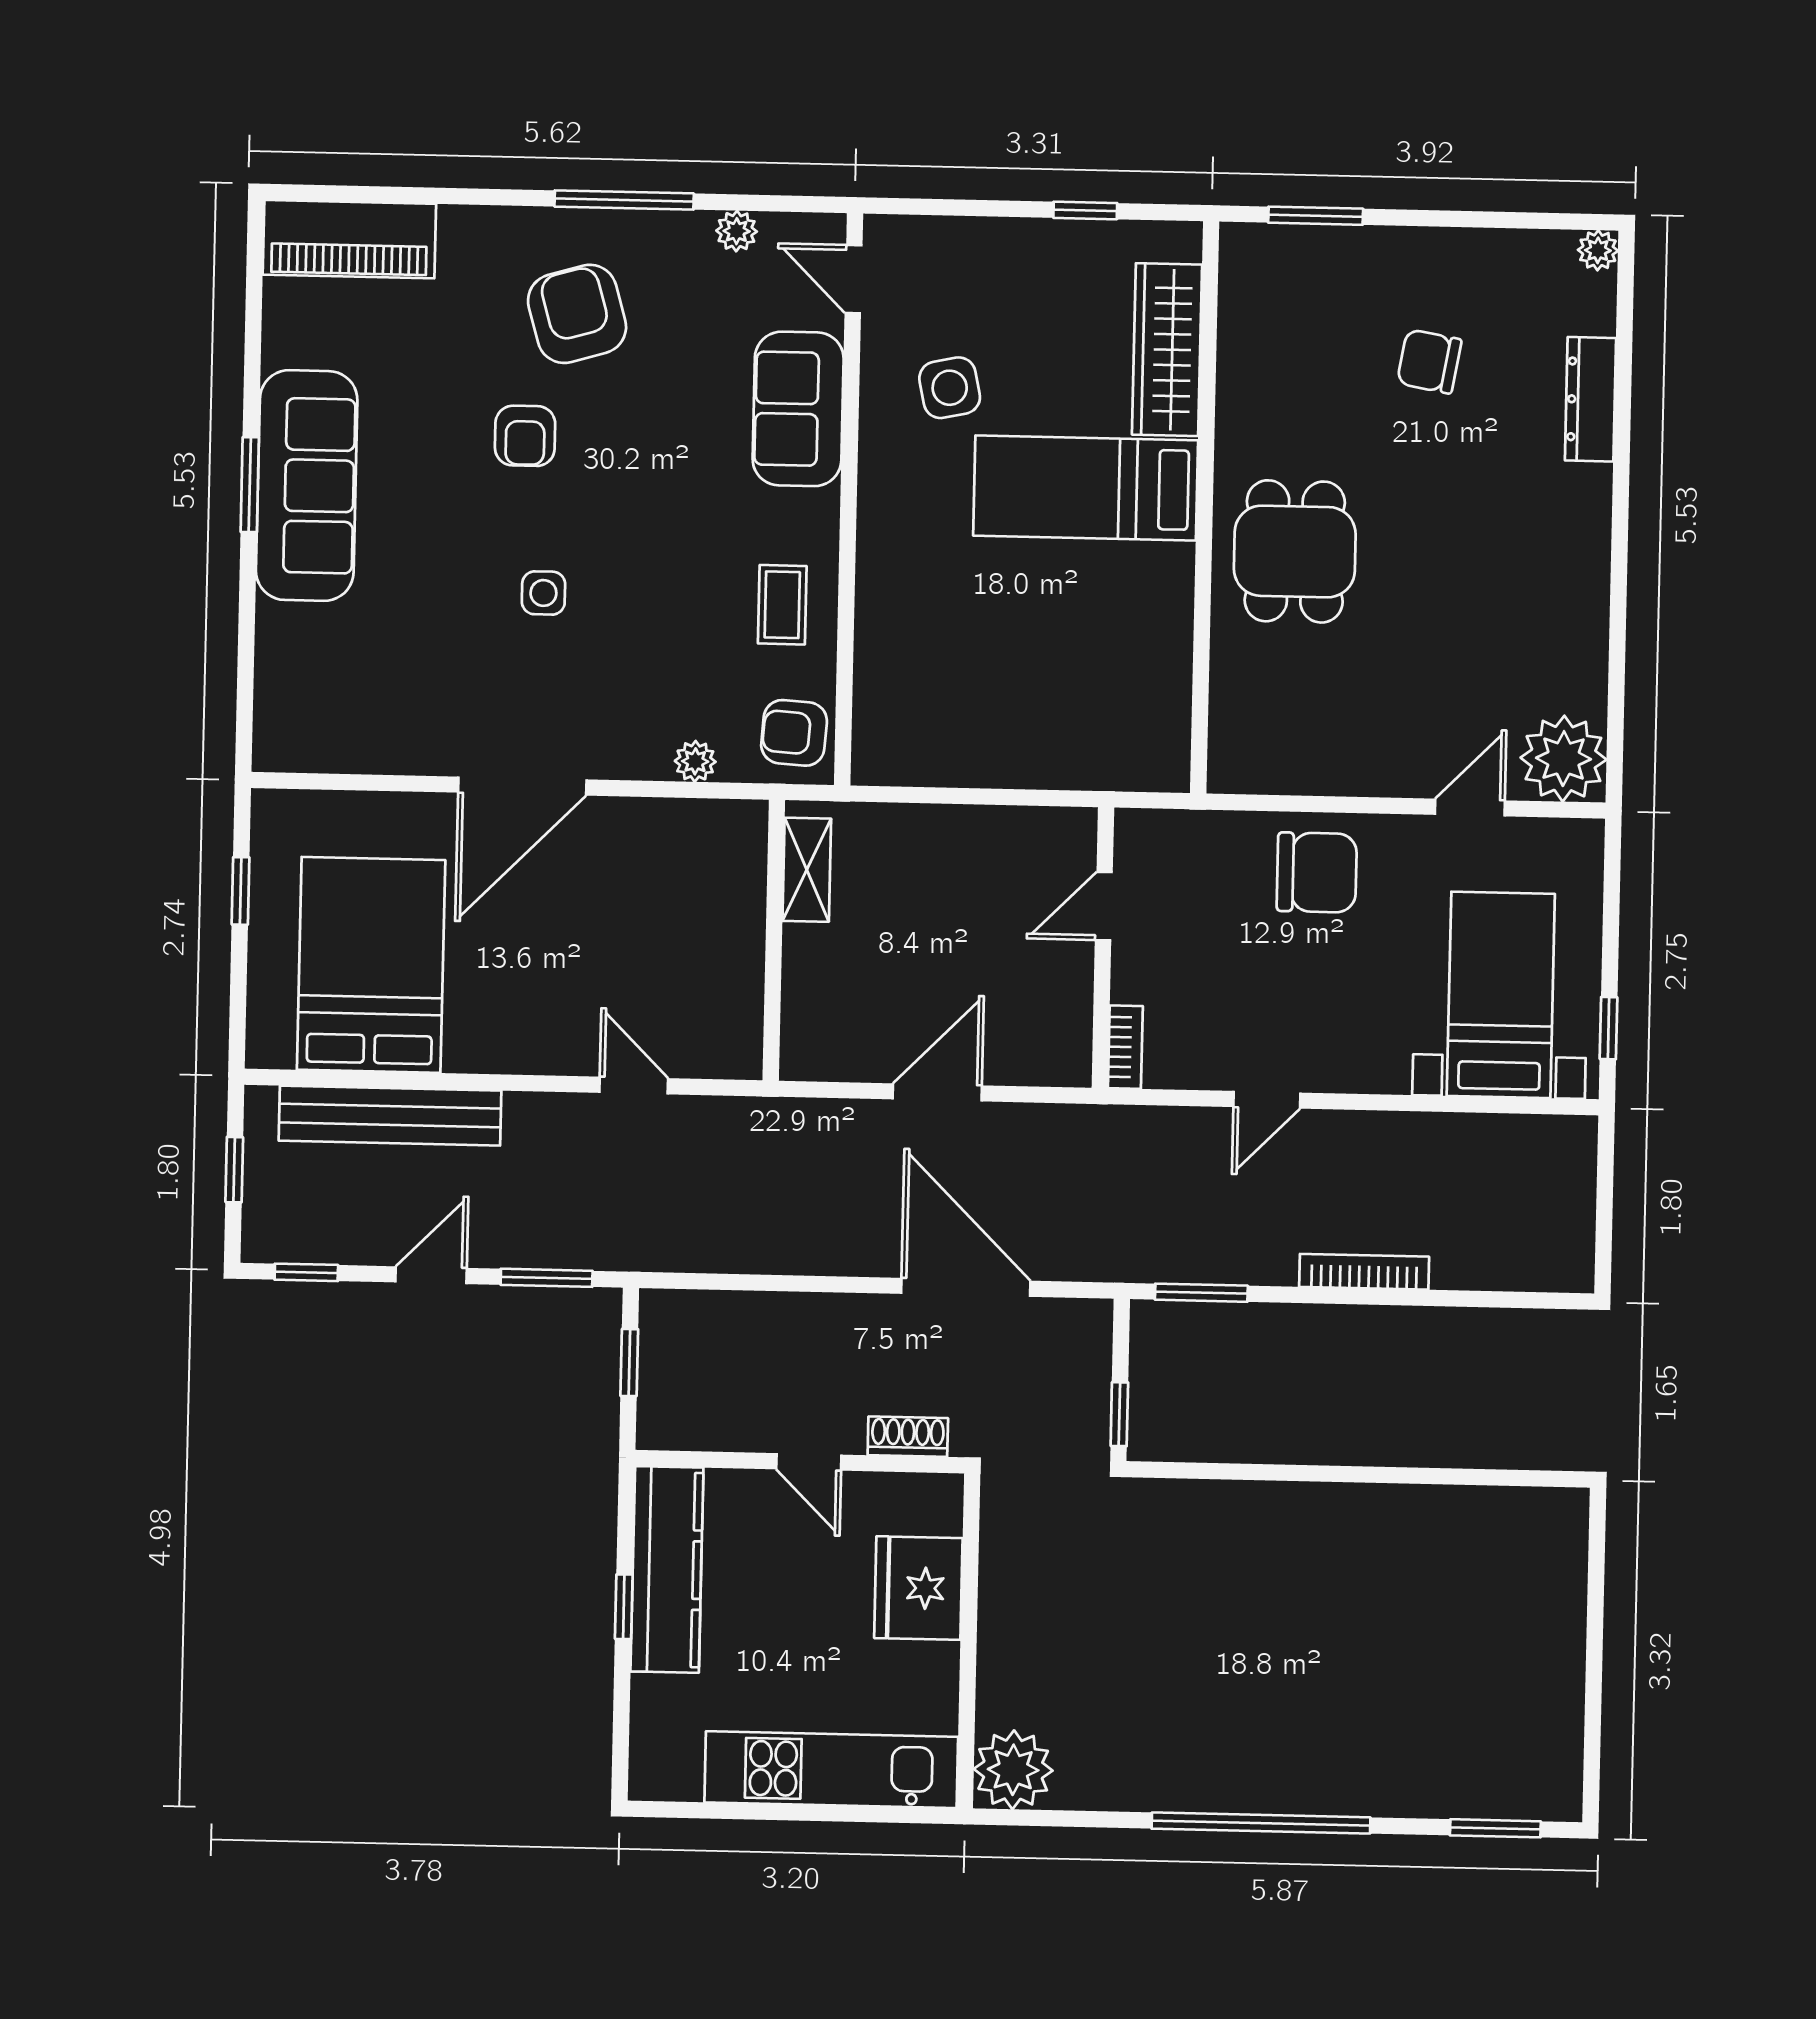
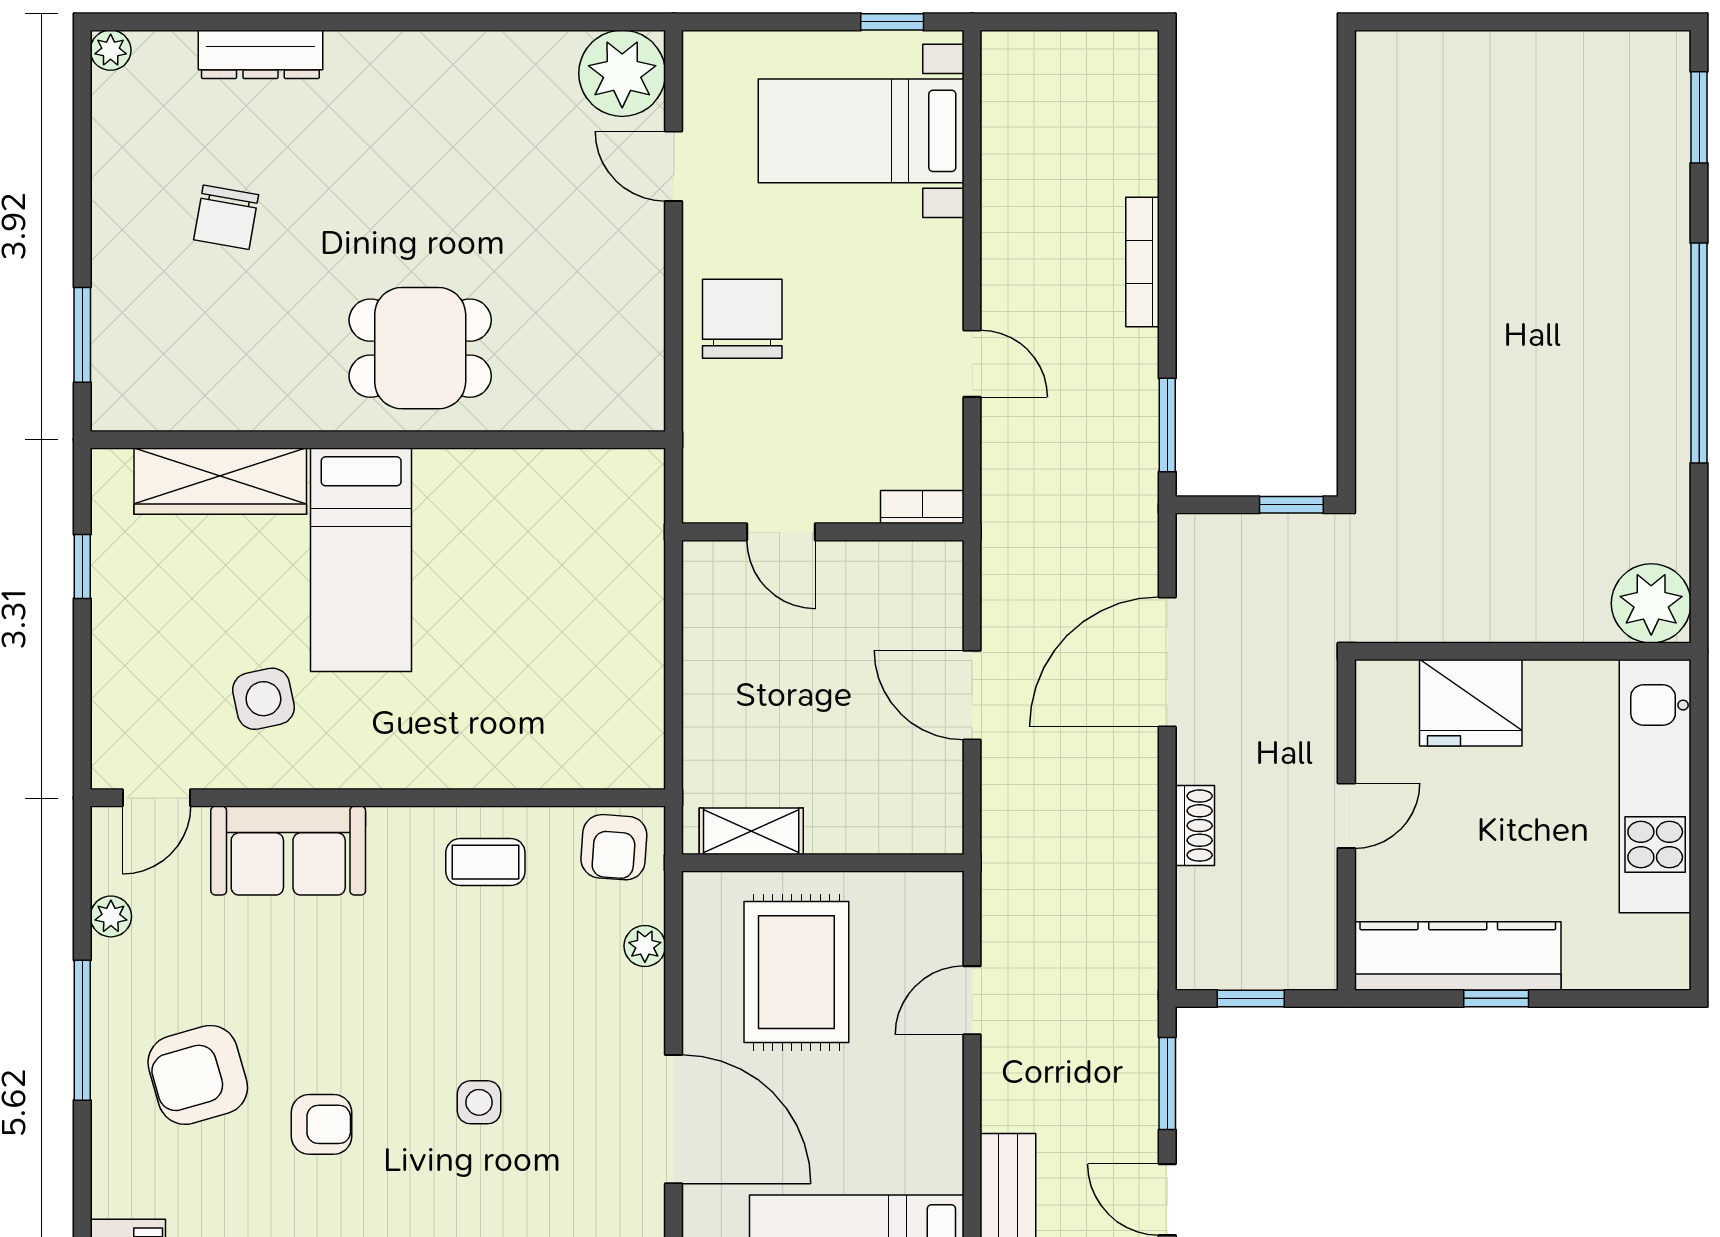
rug: (666, 911) -> (796, 972), added
shoe rack: (908, 1437) -> (1195, 826), moved, turned 180

